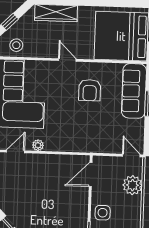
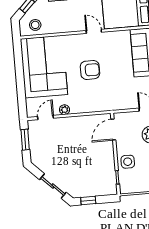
door: (67, 60) -> (94, 31), moved
armchair: (90, 90) -> (90, 70), moved, turned -90

